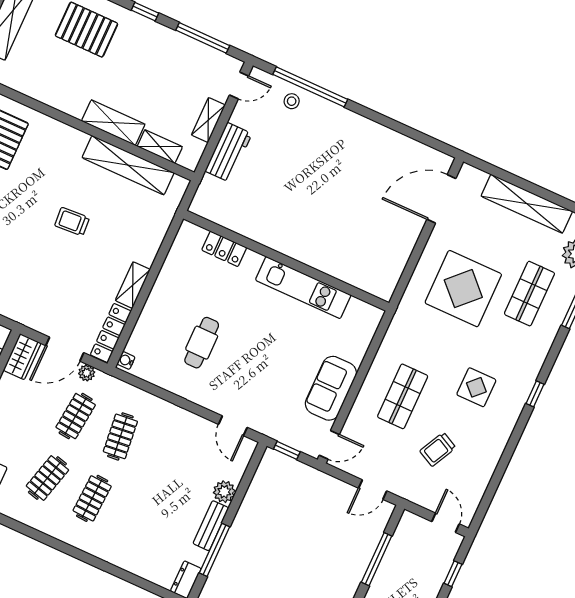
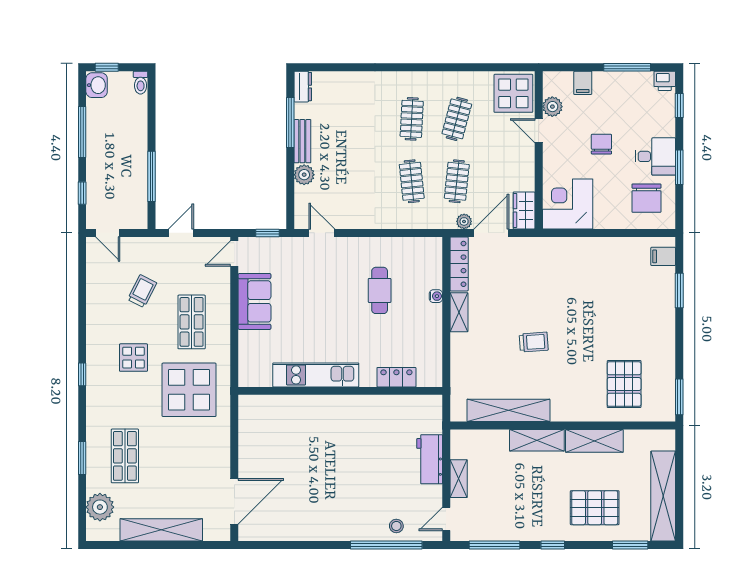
shelving: (160, 147) -> (594, 441), moved, width x1.50, depth x1.33
display table: (463, 289) -> (189, 390), moved
water cooler: (126, 360) -> (436, 296), moved

